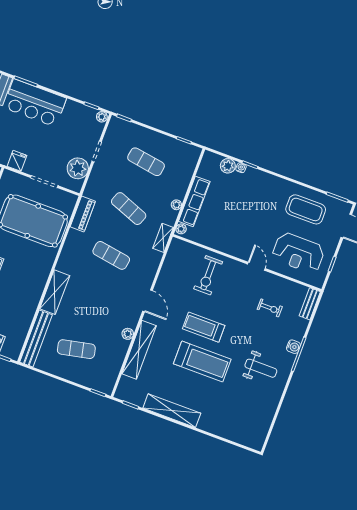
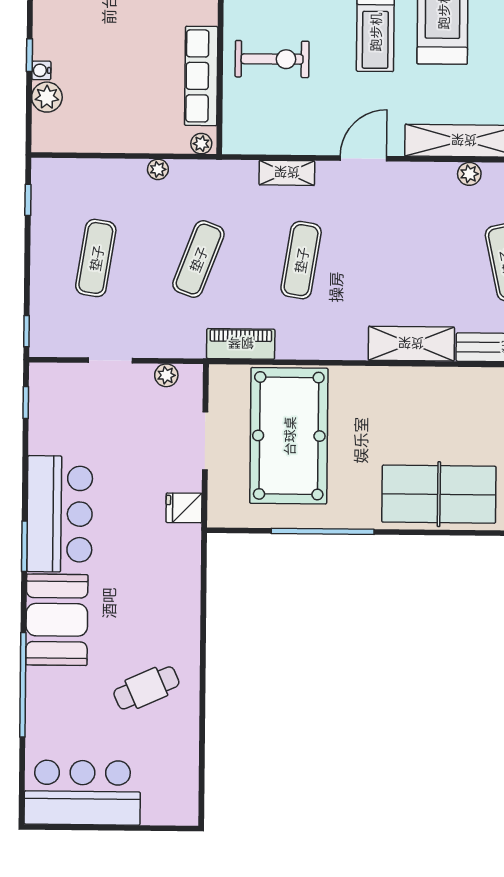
plant: (102, 117) -> (40, 375), removed
plant: (78, 168) -> (166, 375), width x0.53, depth x0.53
row of seats: (194, 201) -> (201, 76), moved, turned -90
shelving: (163, 238) -> (287, 173), moved
plant: (128, 334) -> (469, 174), moved

